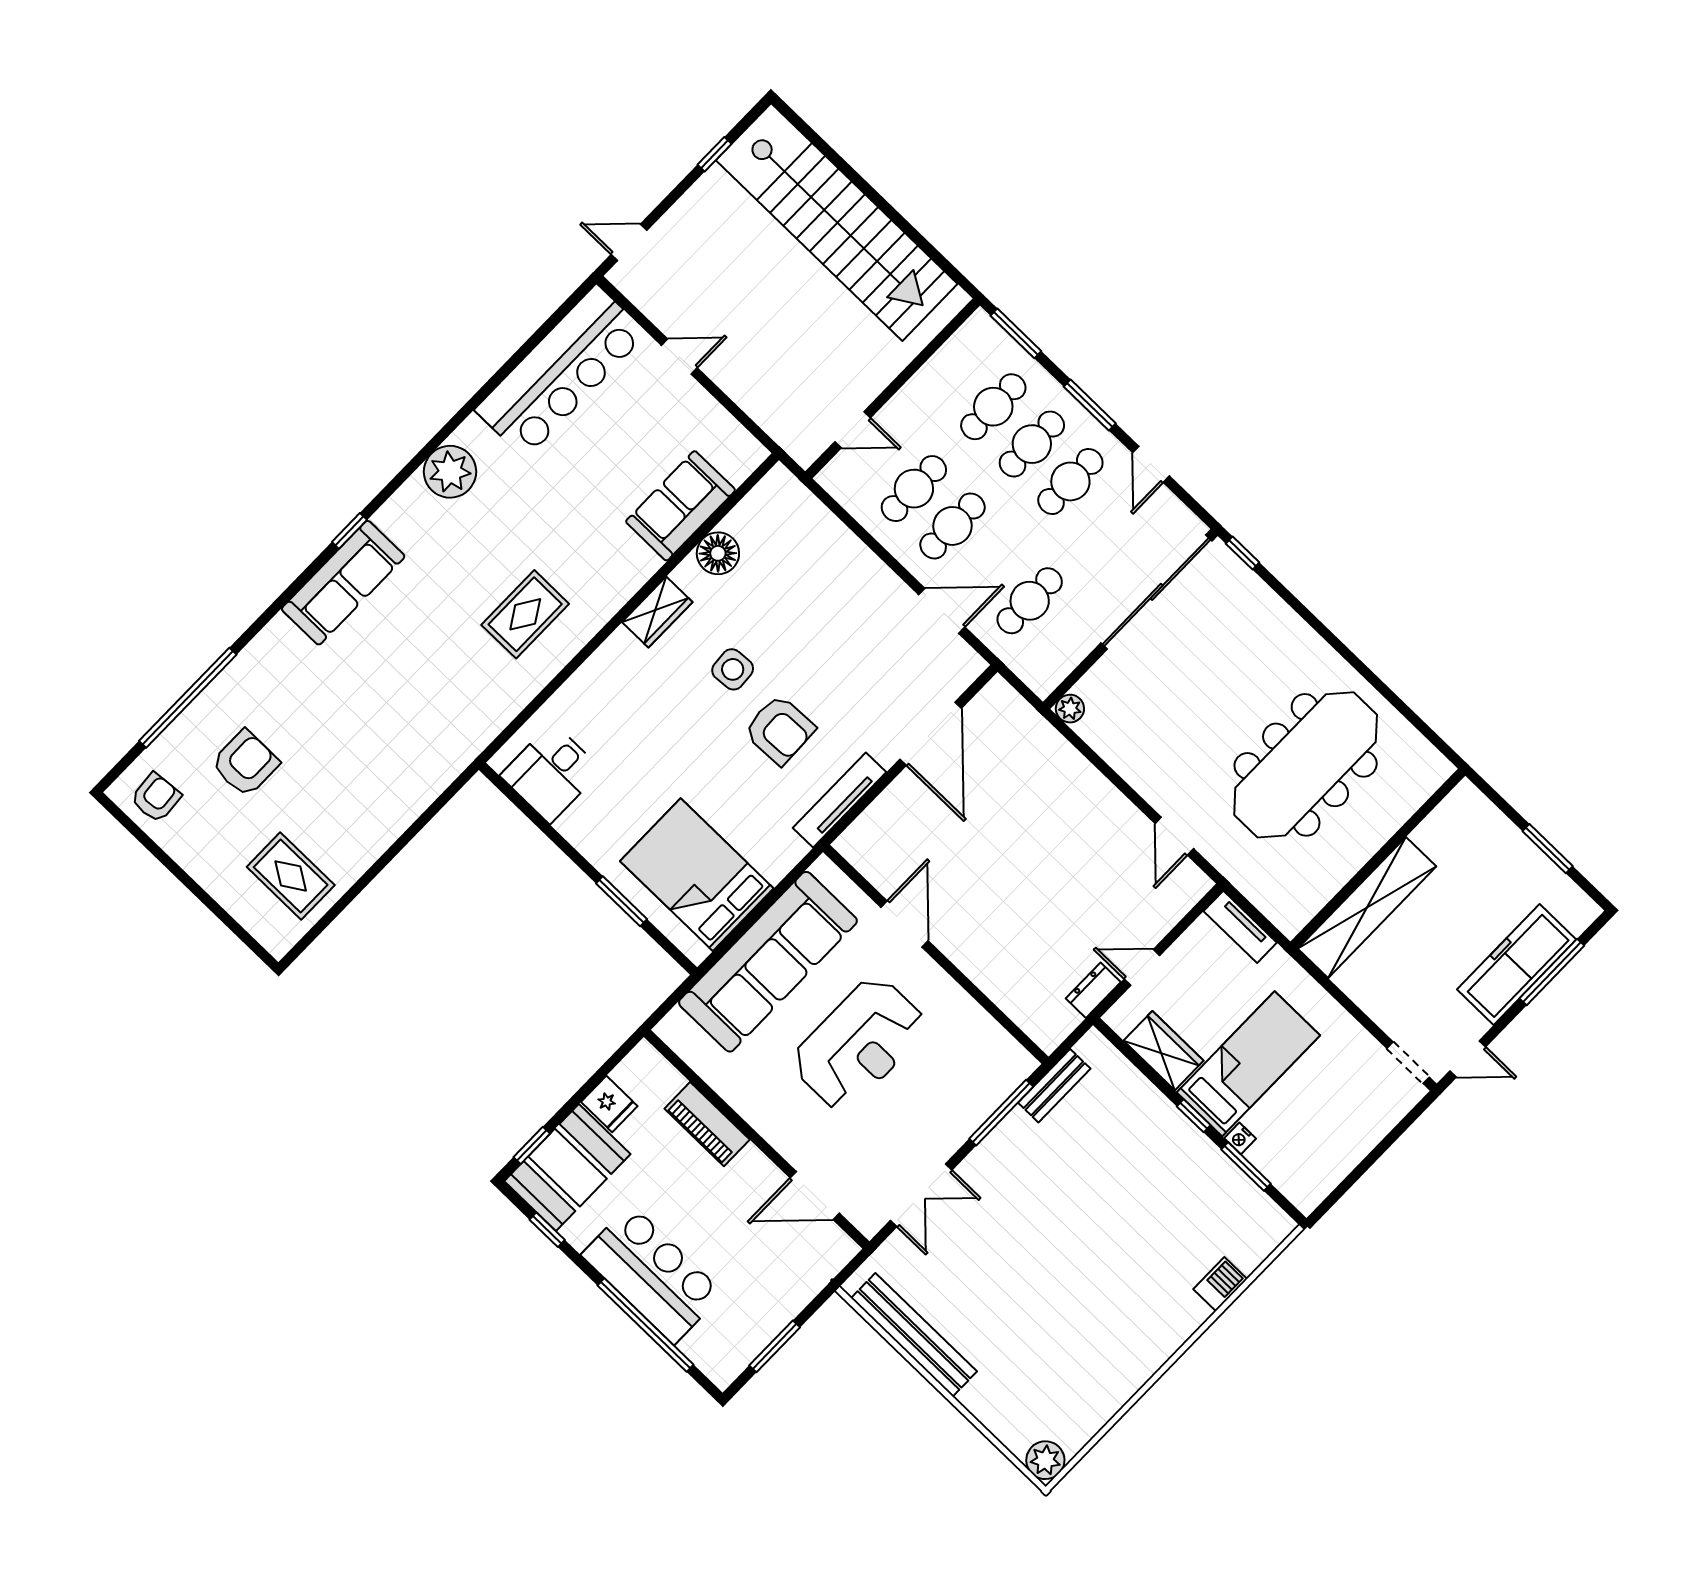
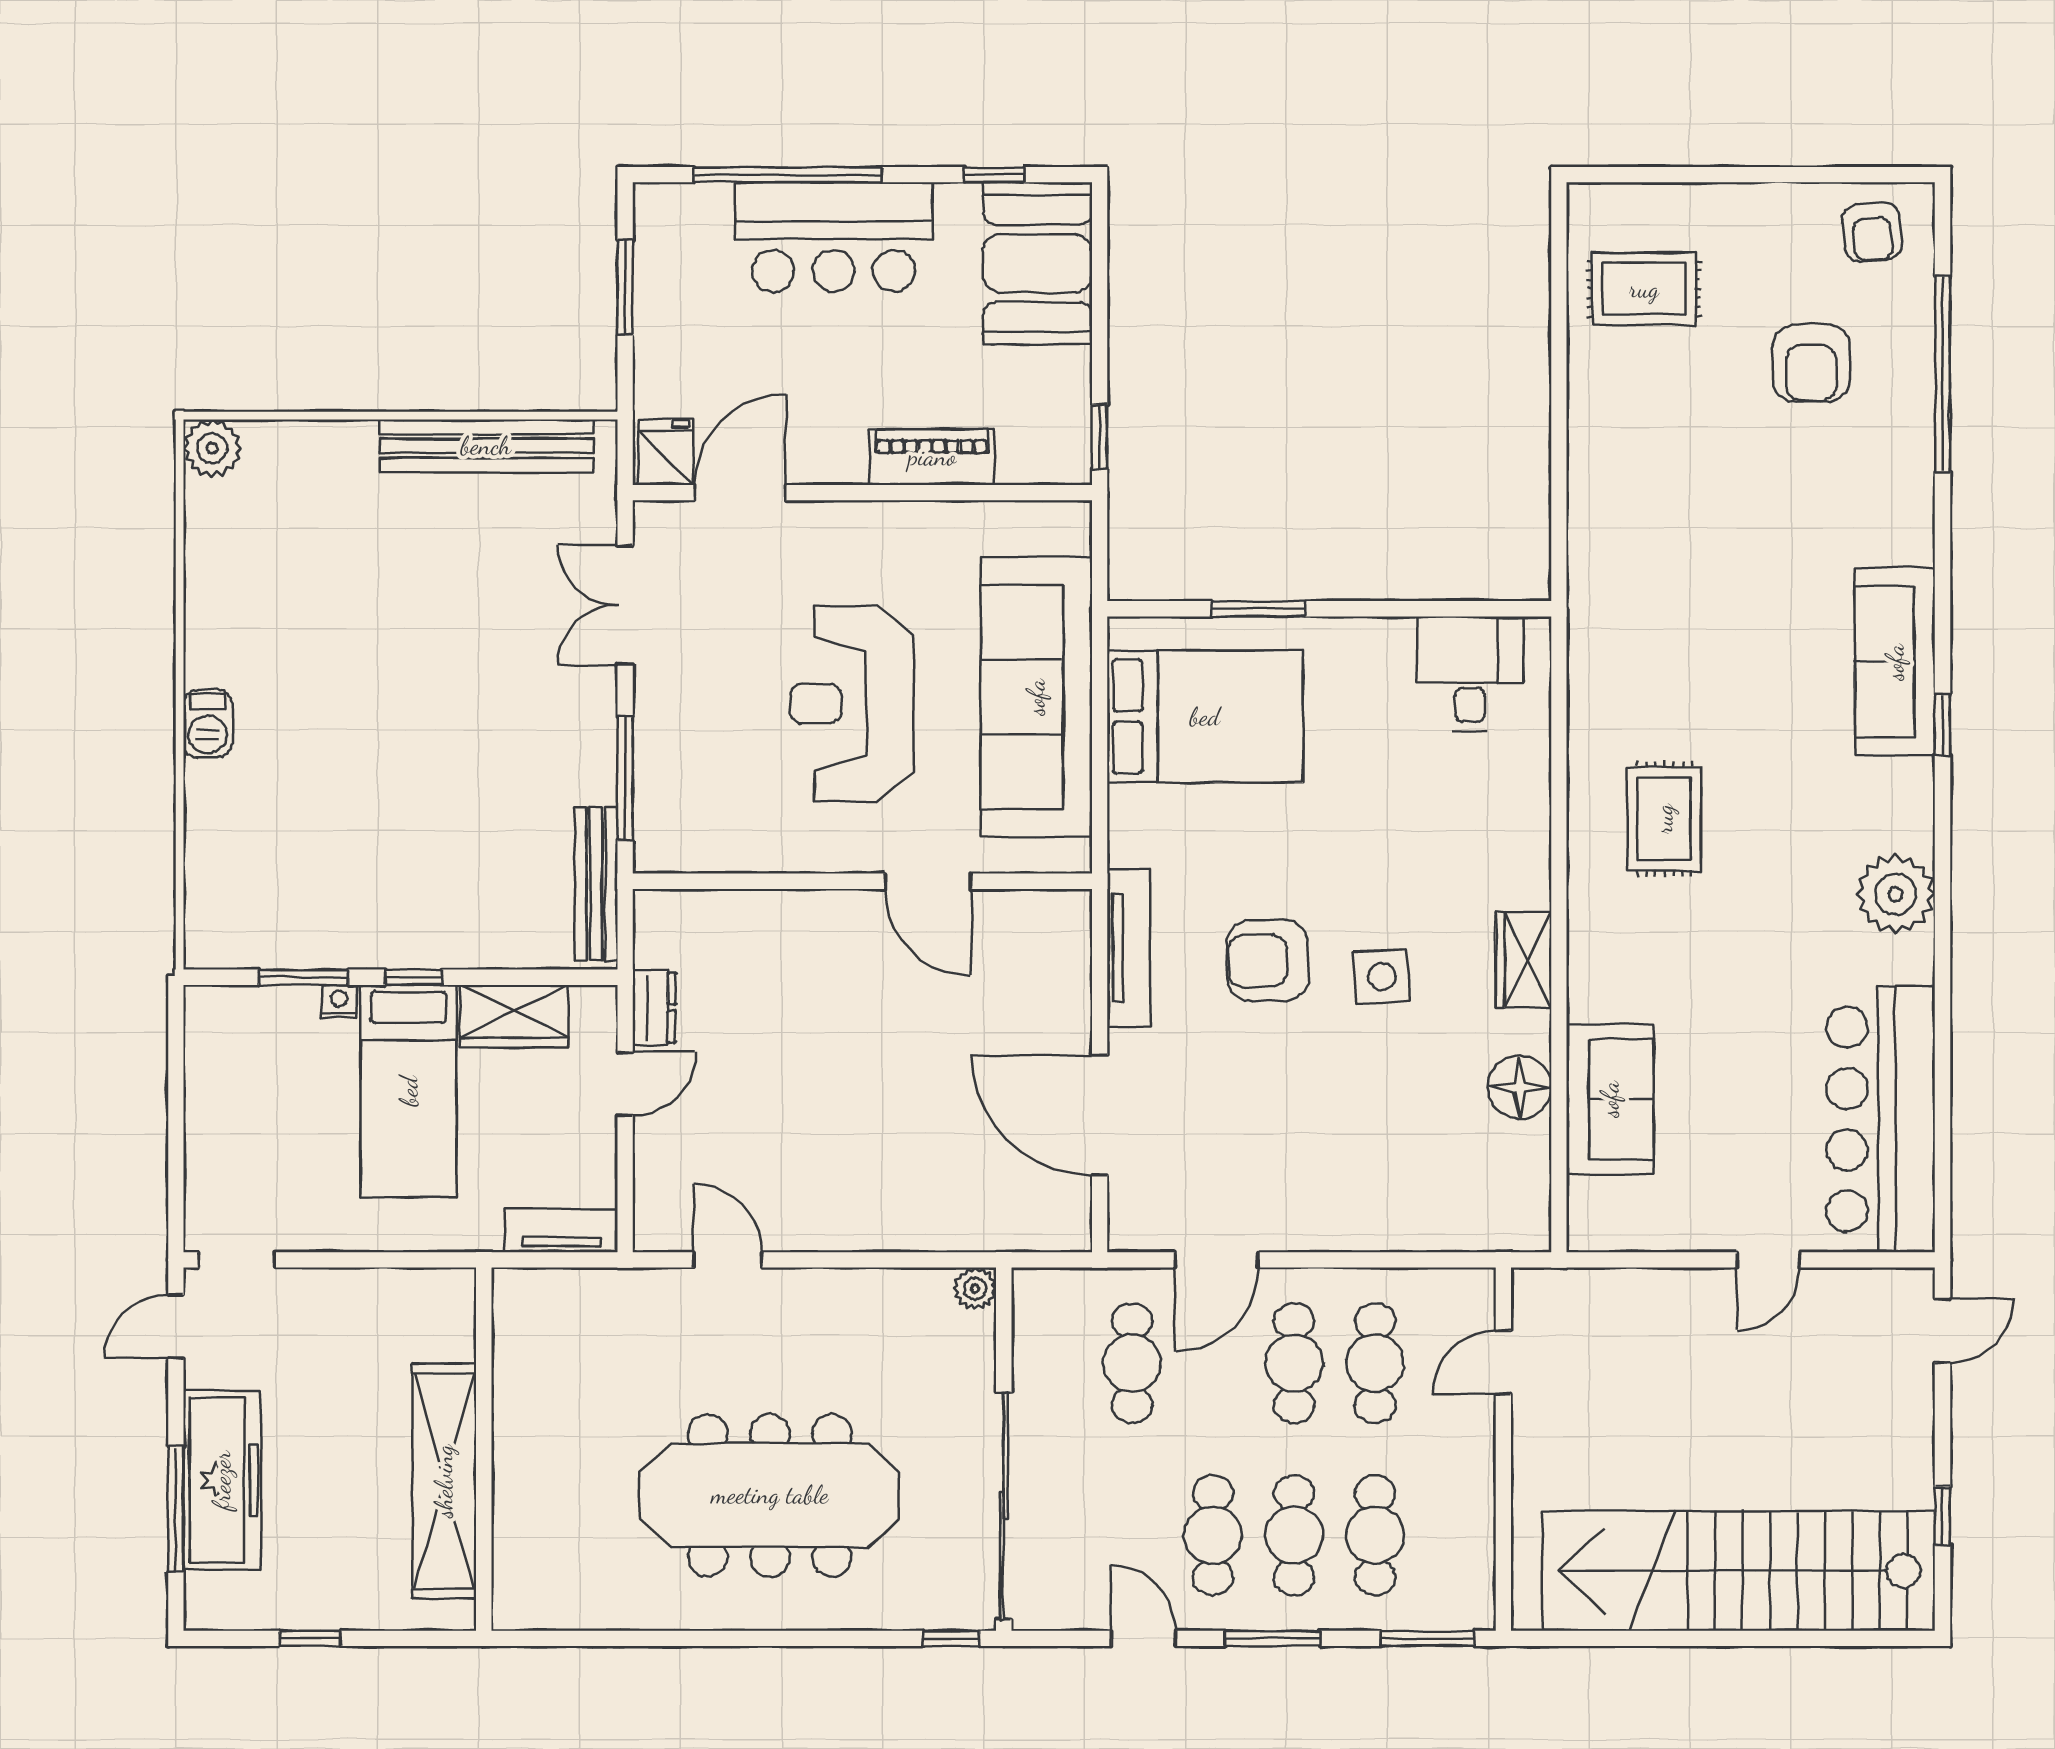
meeting table: (1306, 765) -> (770, 1495), moved, turned 90
window: (1548, 849) -> (310, 1638), width x0.67
shelving: (1367, 907) -> (444, 1481), moved
bench: (1054, 1086) -> (596, 884), width x1.36
fridge: (609, 1104) -> (666, 452), moved, turned 90
window: (532, 1145) -> (1100, 437), moved
barbecue: (1220, 1284) -> (208, 723), moved

